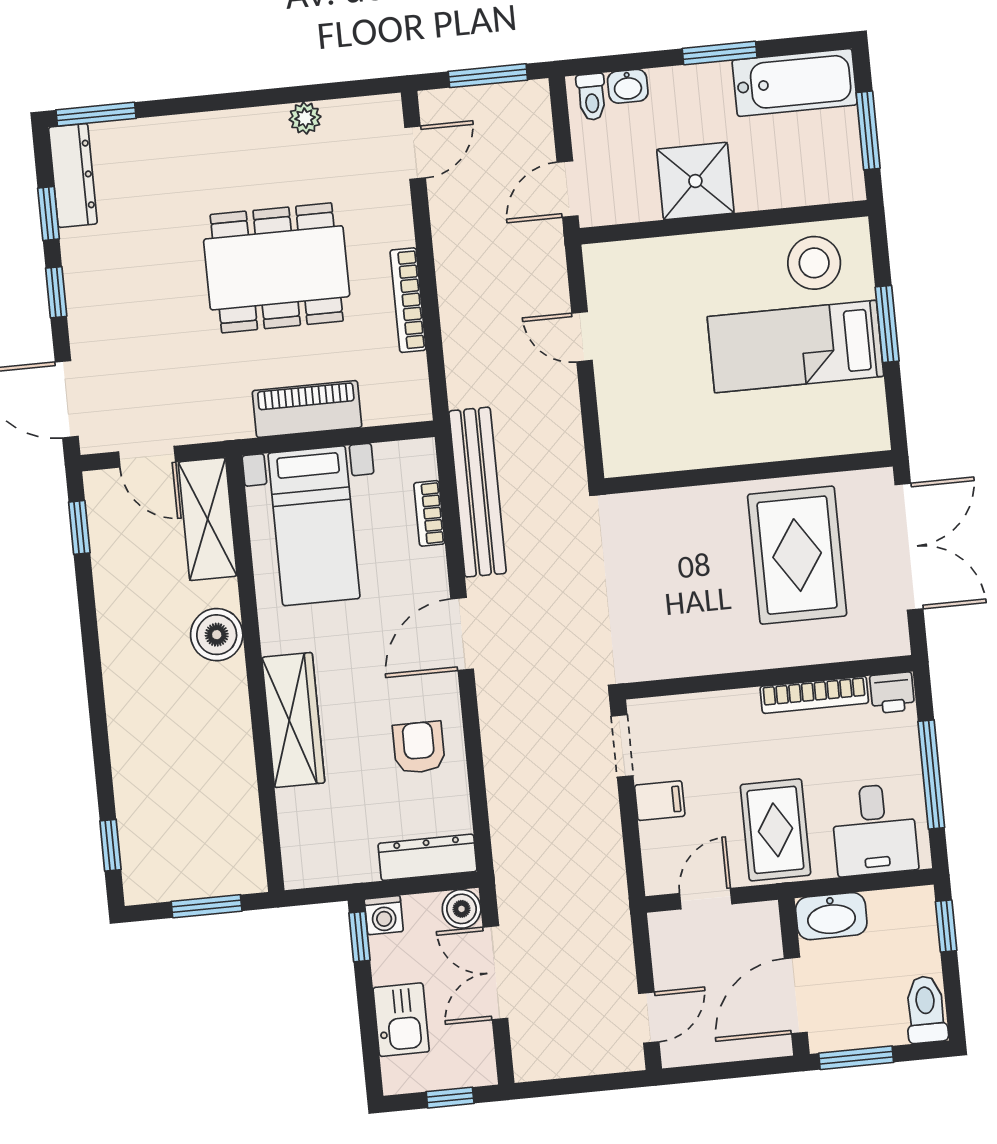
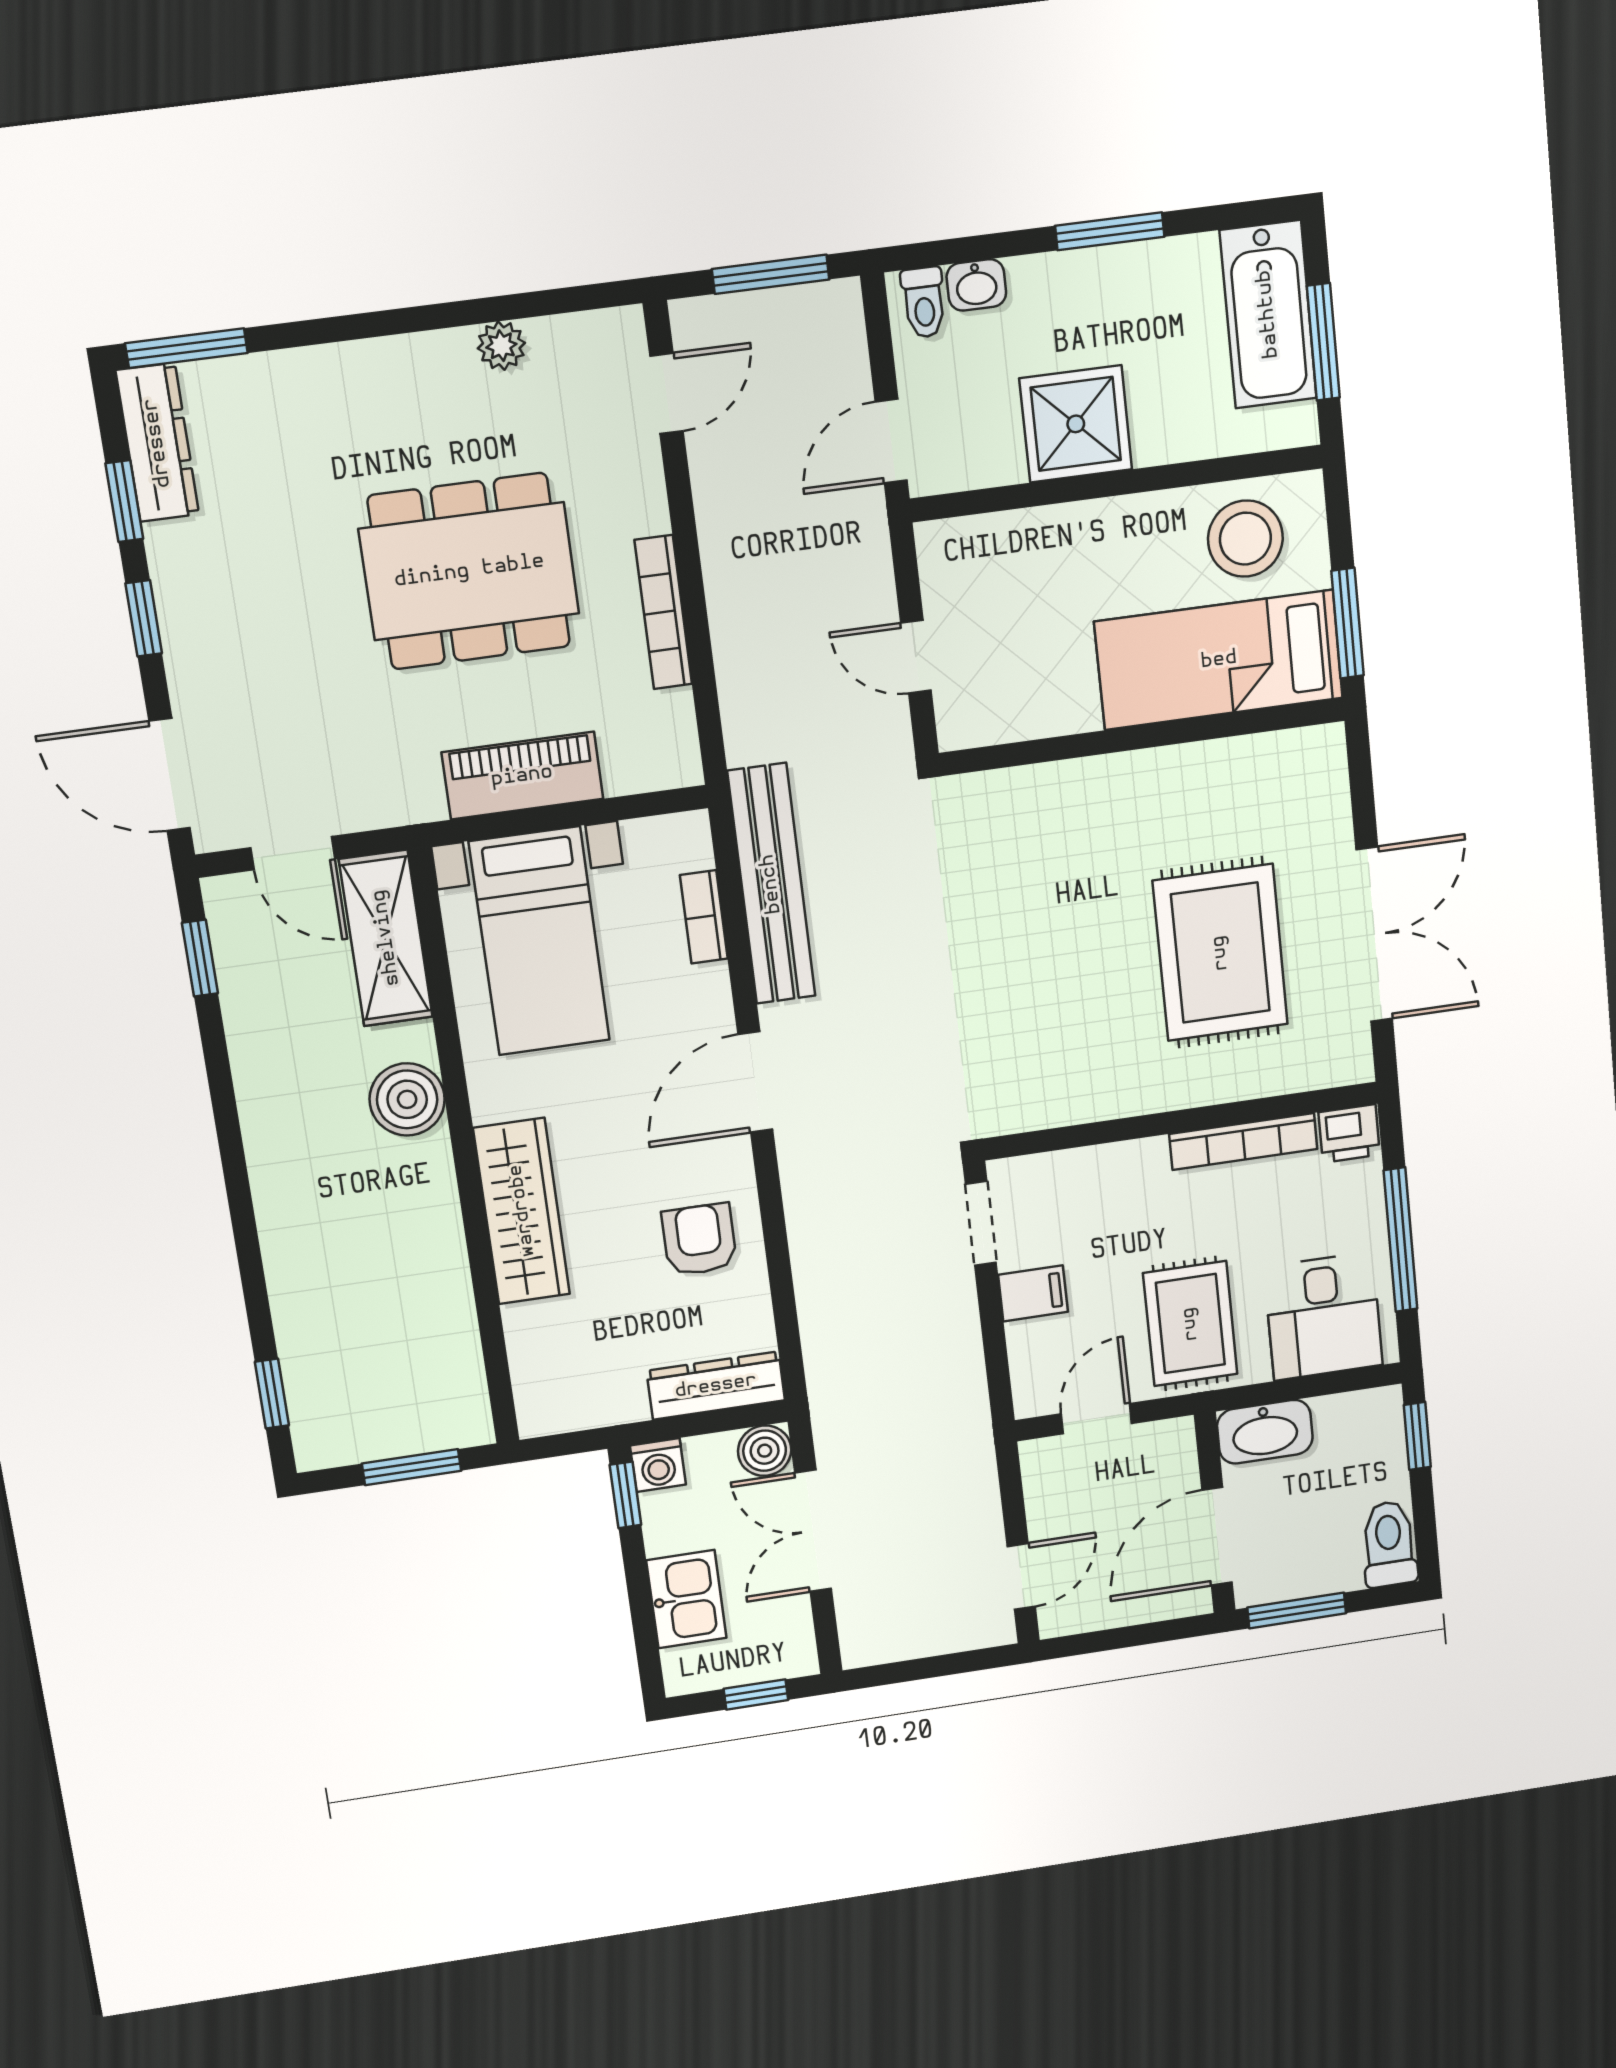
bathtub: (795, 82) -> (1268, 314), moved, turned 90
wall: (748, 472) -> (1143, 737), moved

